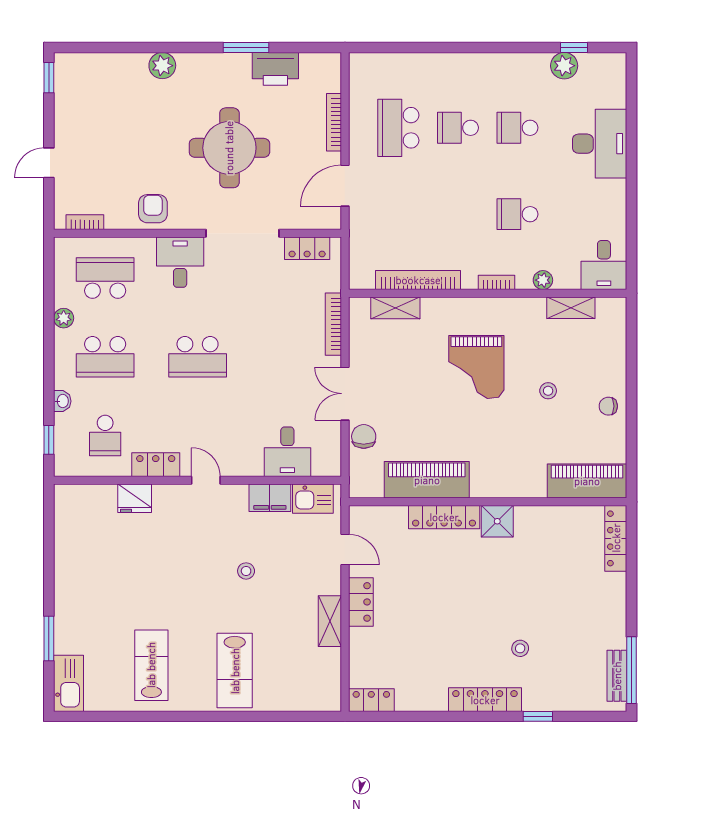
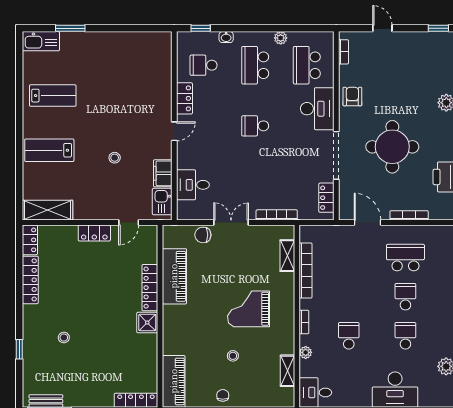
armchair: (153, 209) -> (352, 97), turned -90
desk: (180, 262) -> (317, 109), width x1.37
school desk: (105, 278) -> (307, 65), turned 180
school desk: (198, 357) -> (255, 126), width x0.54
chair: (364, 436) -> (203, 235), turned 180
fridge: (135, 498) -> (162, 85), removed
shelving: (330, 621) -> (48, 210), moved, width x1.50, depth x1.33
locker: (485, 700) -> (30, 280), moved

